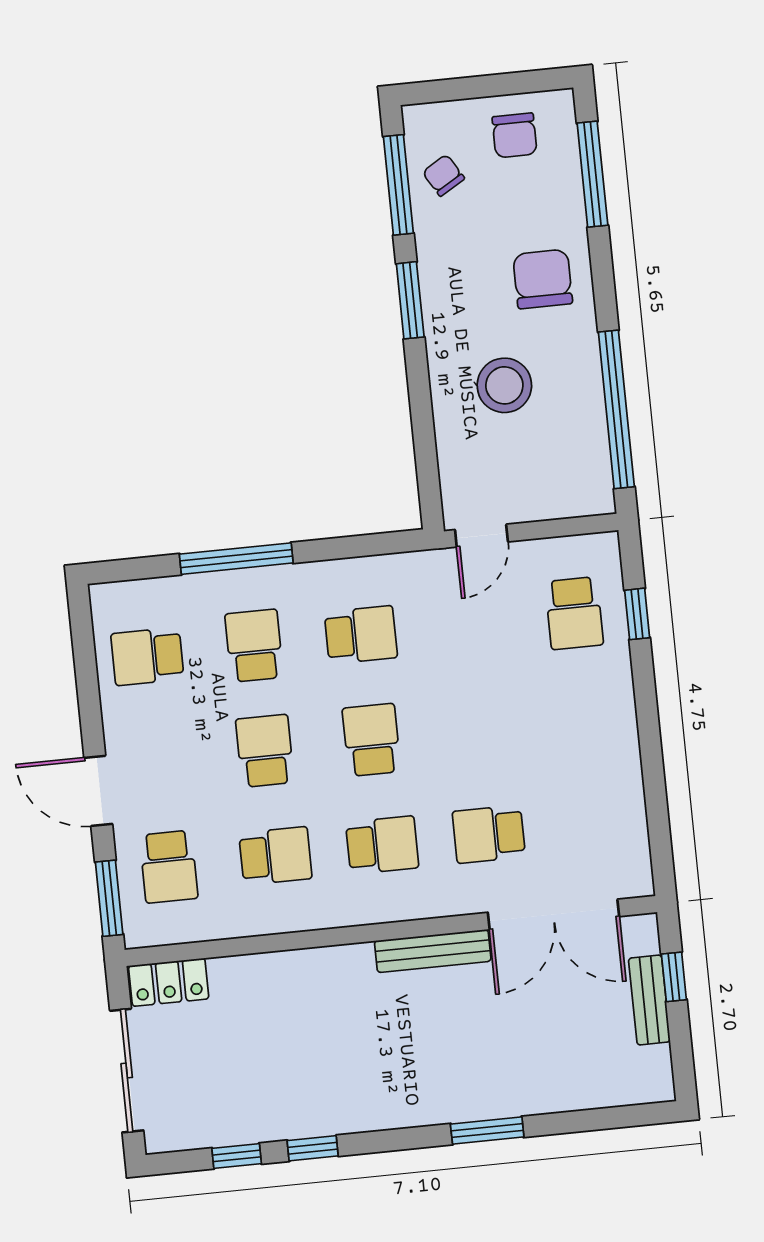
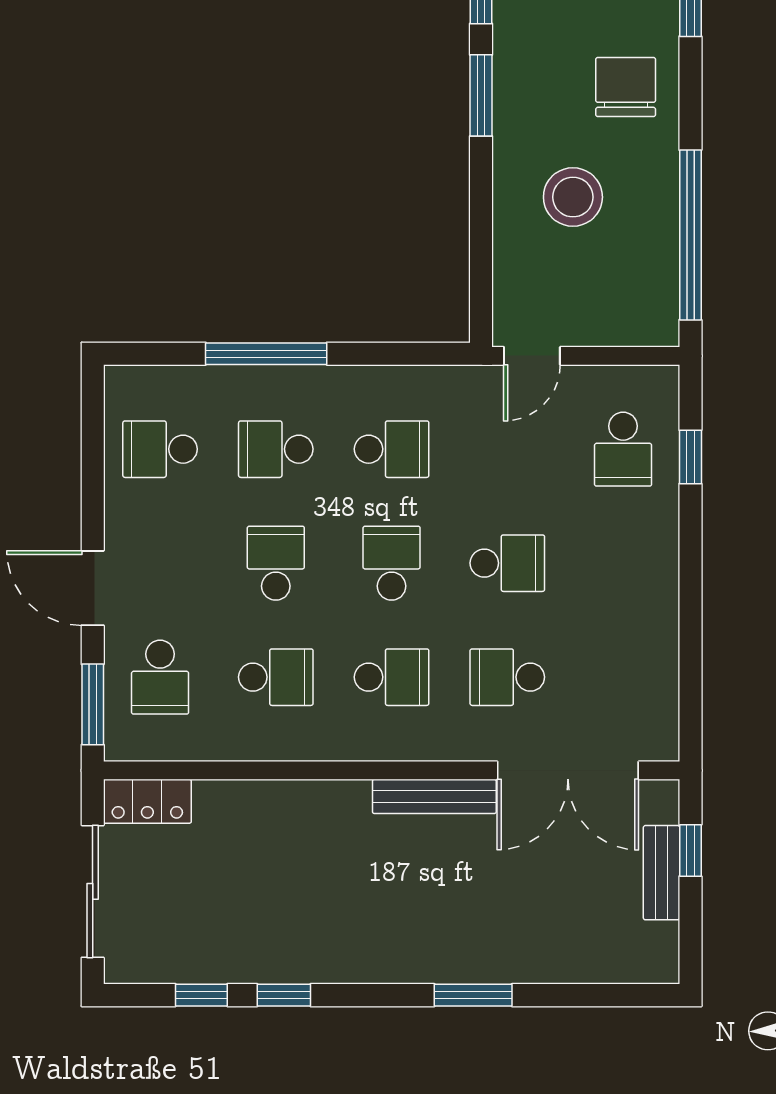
school desk: (254, 646) -> (276, 449), turned -90
school desk: (478, 729) -> (507, 563), added

